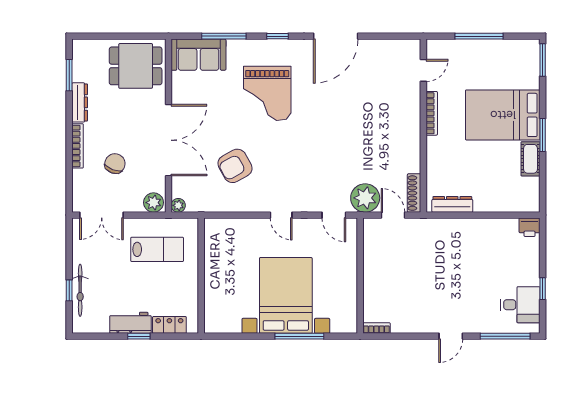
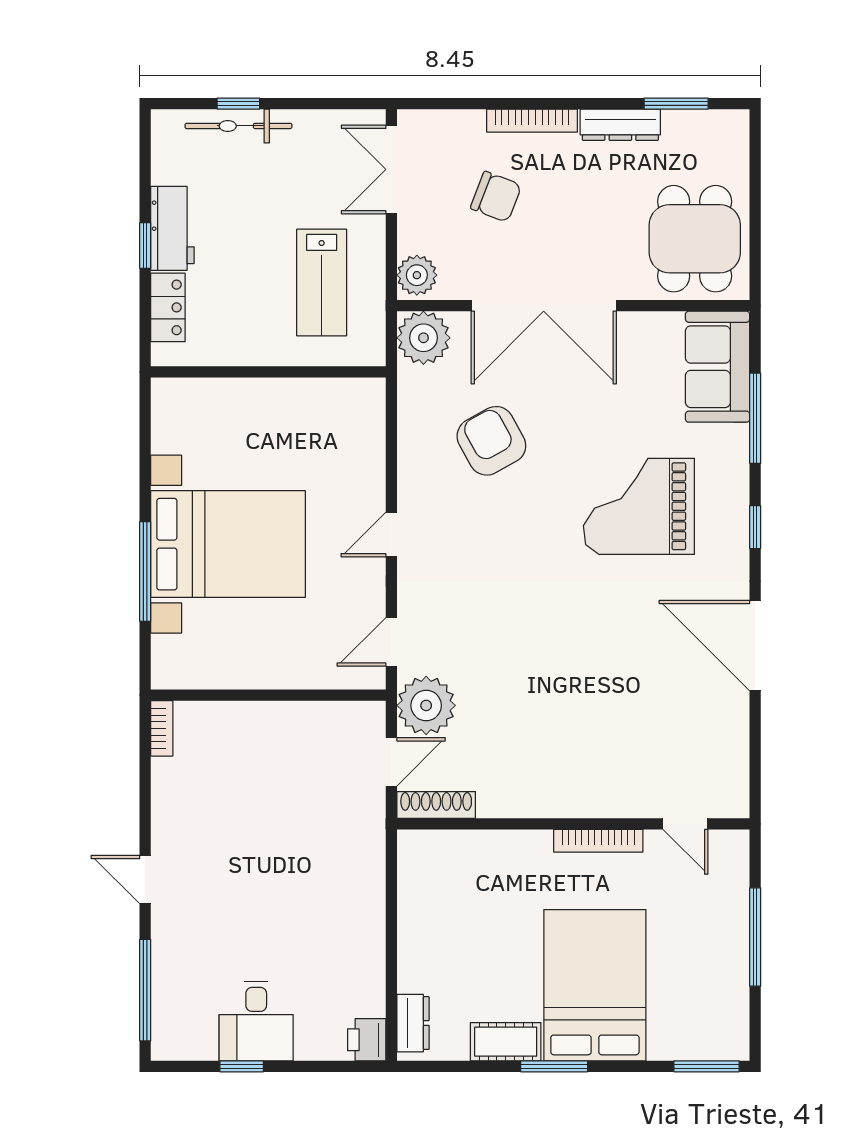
dresser: (452, 204) -> (413, 1023), moved, width x0.70
plant: (178, 205) -> (423, 338), width x1.88, depth x1.88
desk: (520, 305) -> (256, 1021), moved

